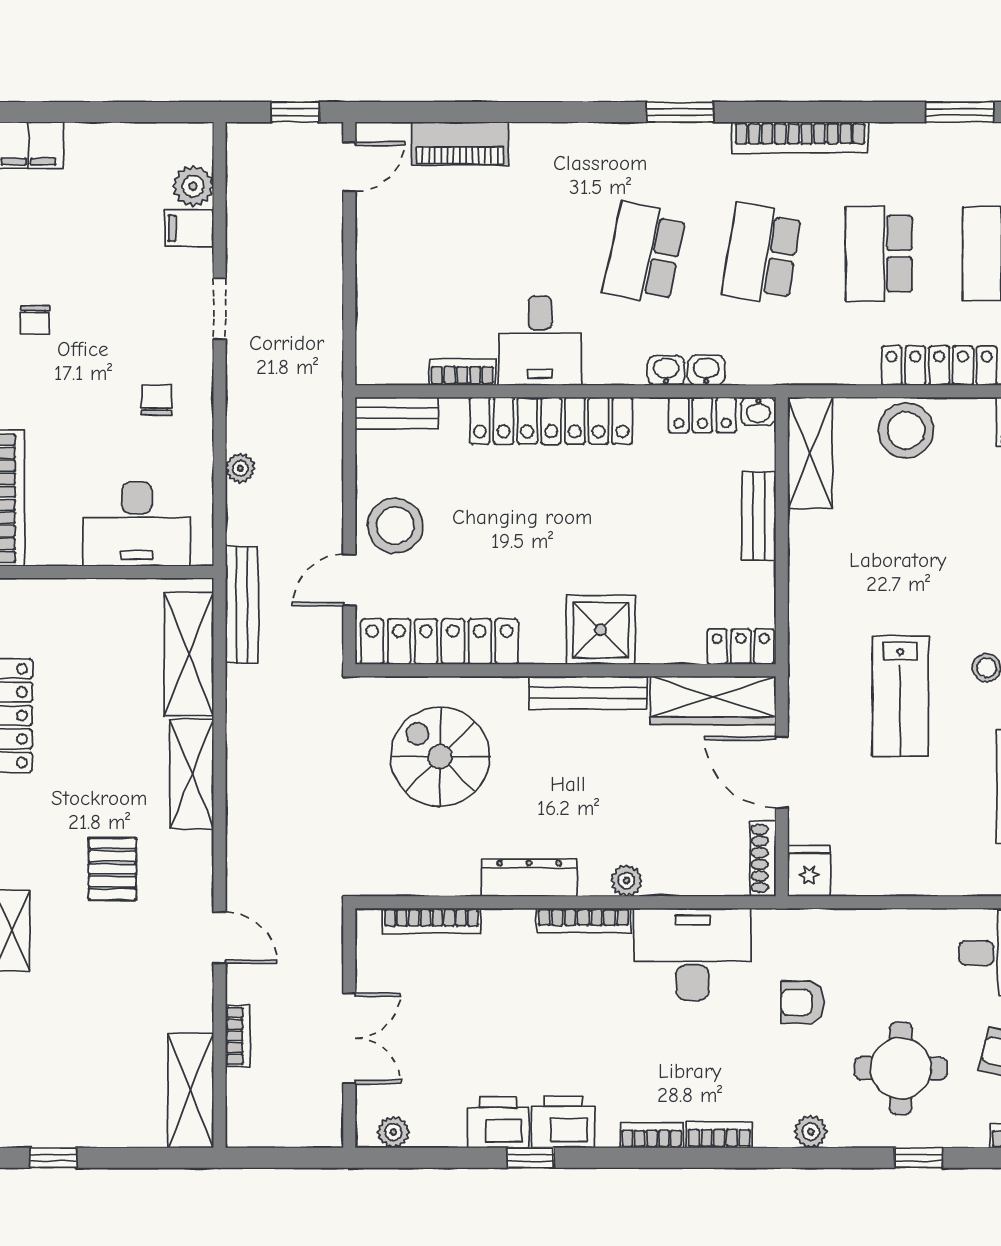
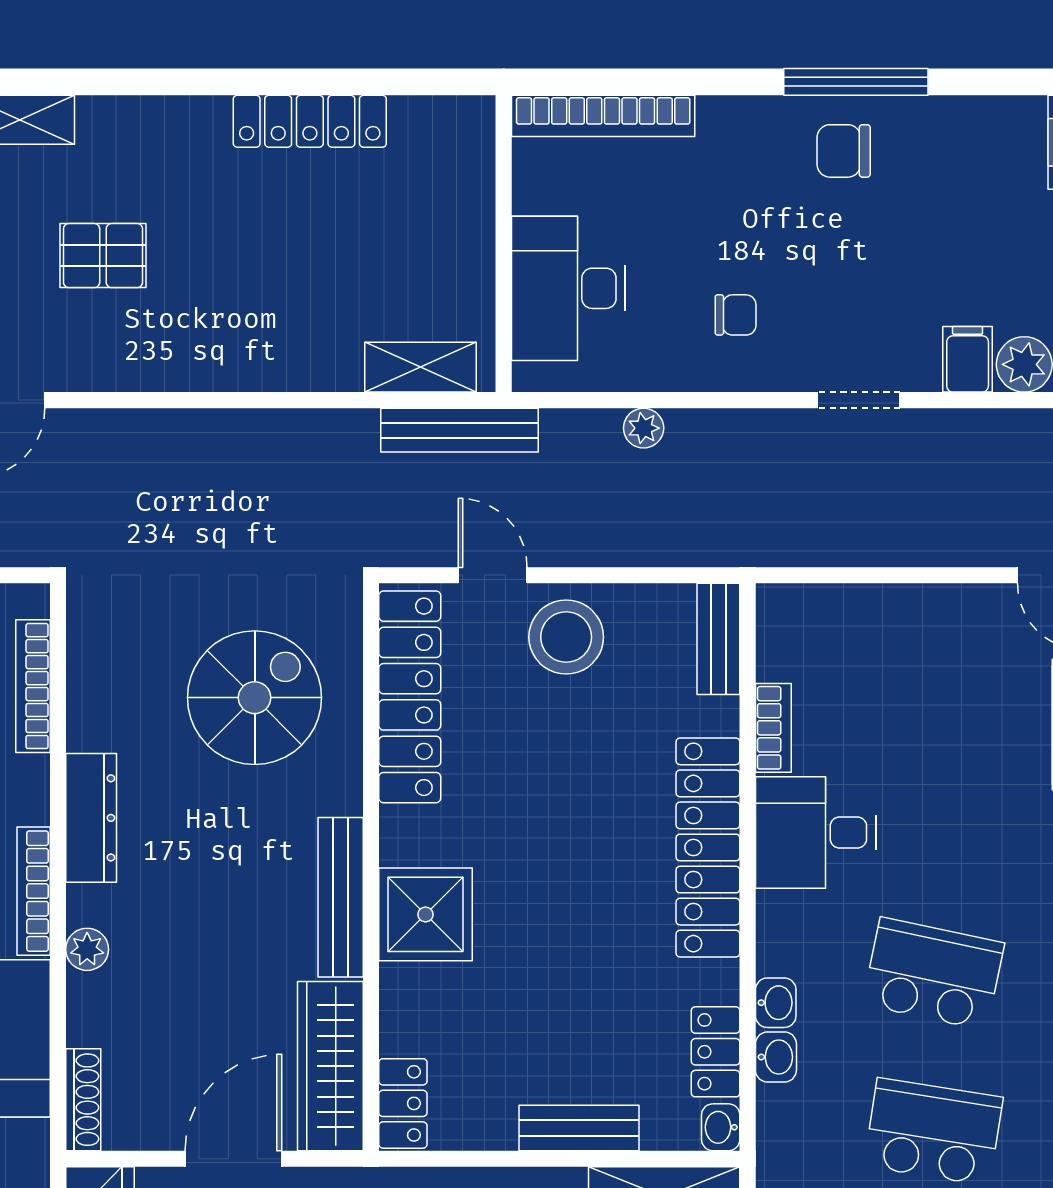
chair: (35, 320) -> (844, 151), width x1.37, depth x1.37
shelving: (189, 654) -> (421, 367), width x0.67, depth x0.75
shelving: (192, 774) -> (231, 362), removed
shoe rack: (763, 858) -> (83, 1100), moved, turned 90

